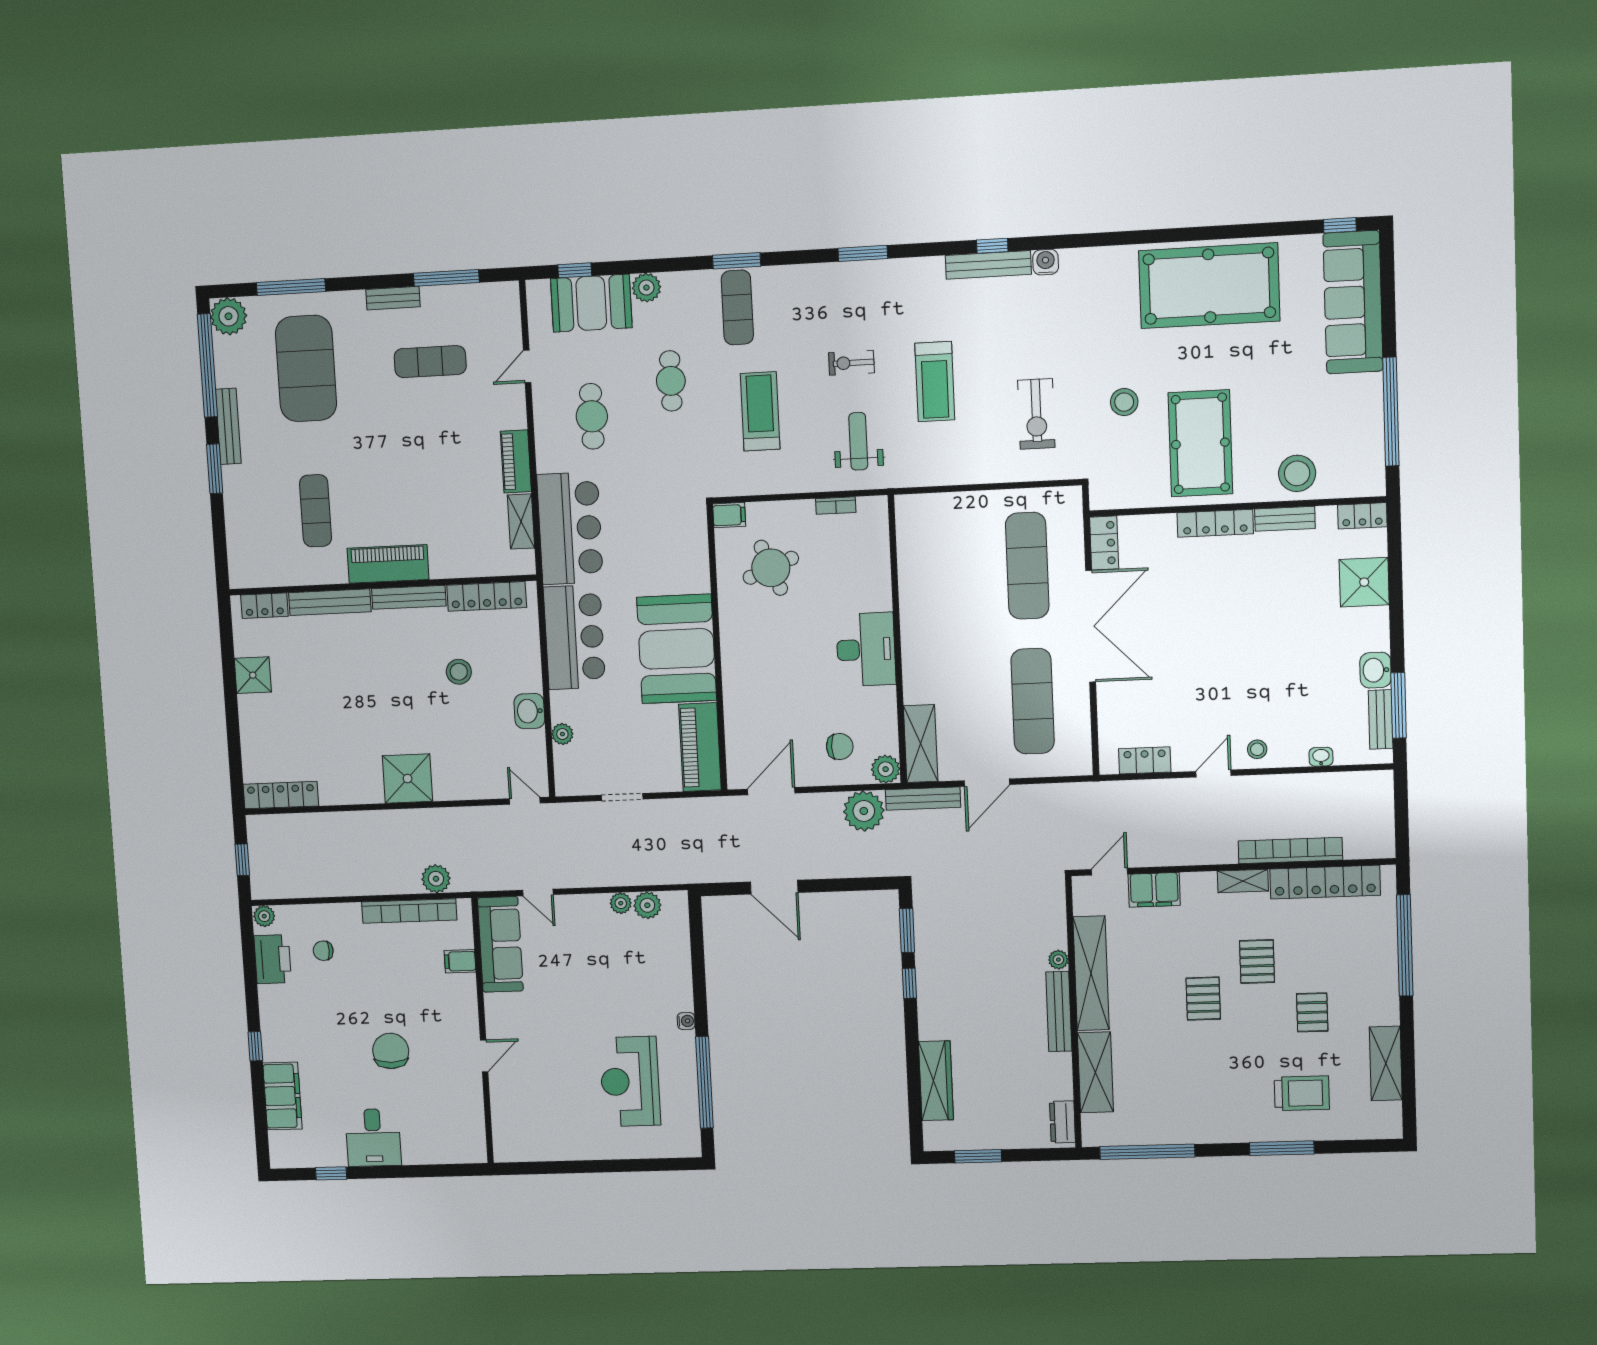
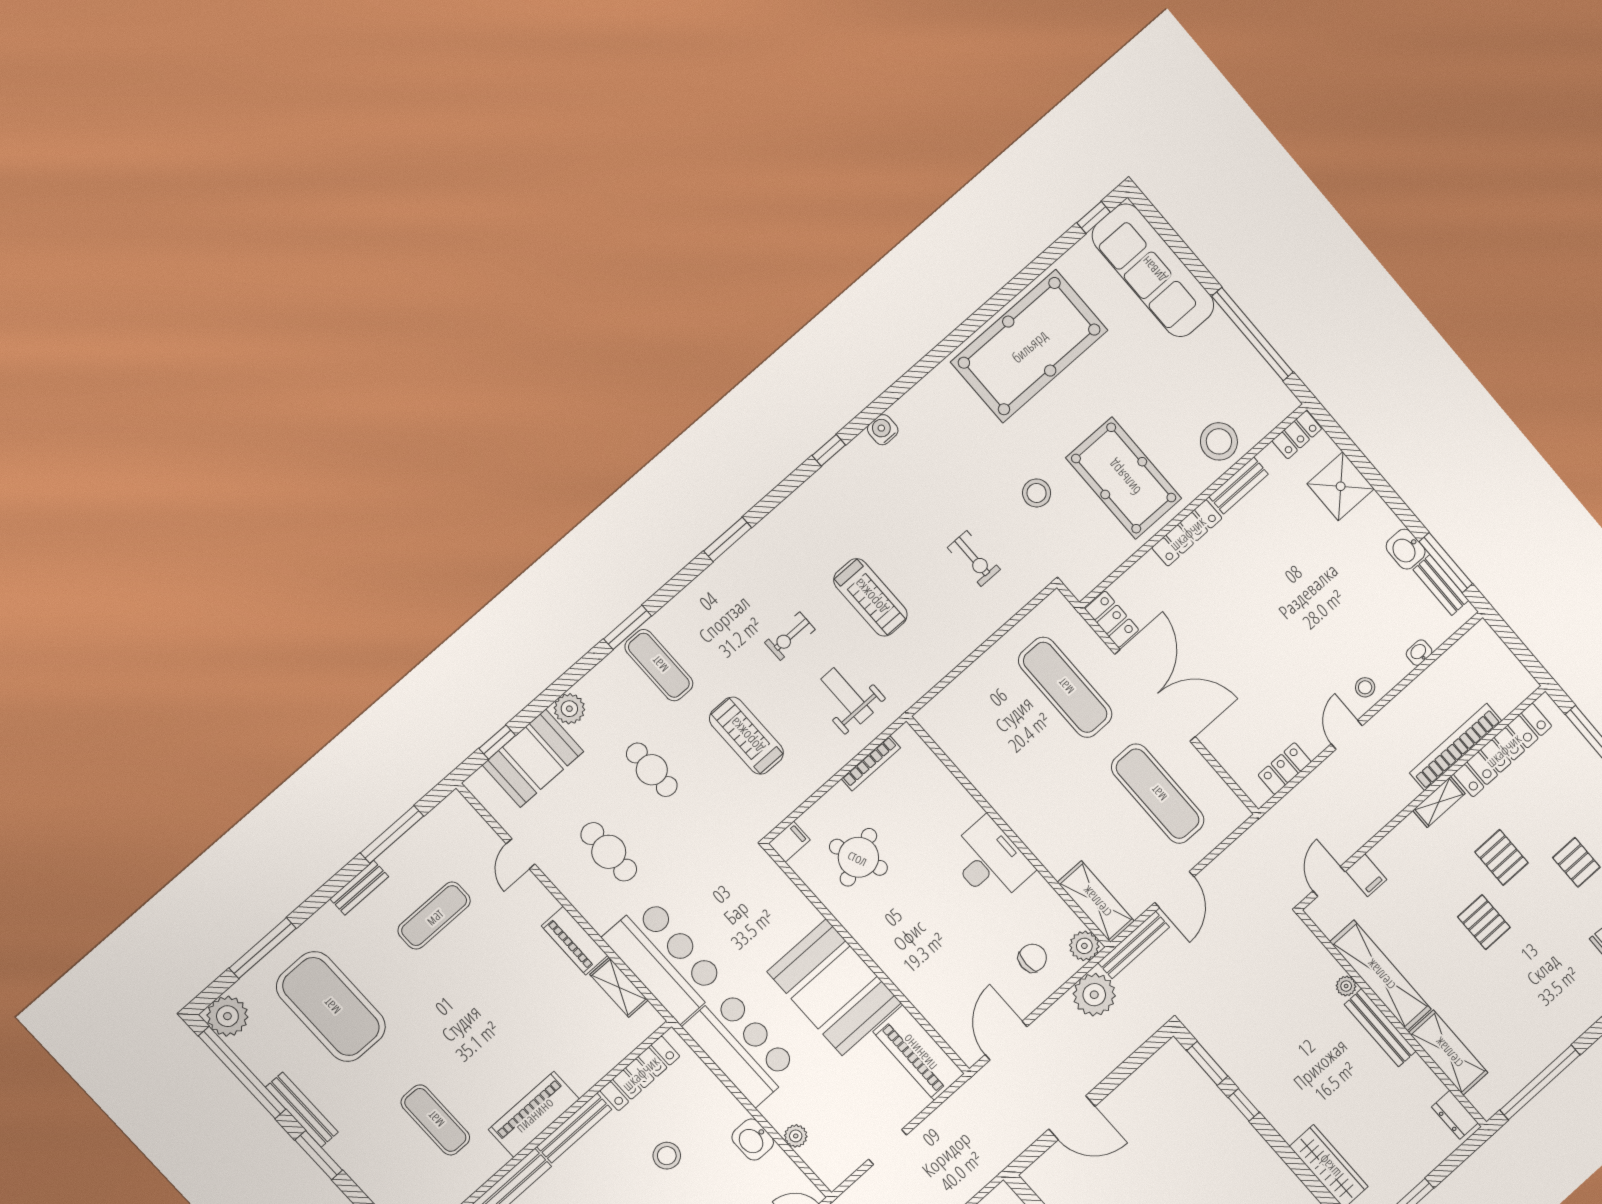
bench: (988, 265) -> (838, 468), removed
exercise bike: (1036, 414) -> (974, 558), width x0.73, depth x0.72
bookcase: (836, 506) -> (871, 763), width x1.56
filing cabinet: (1154, 890) -> (1366, 875), width x0.50

